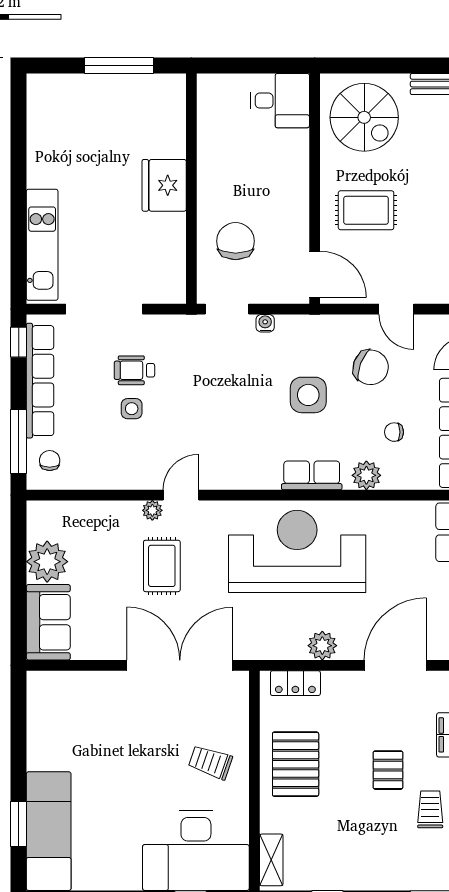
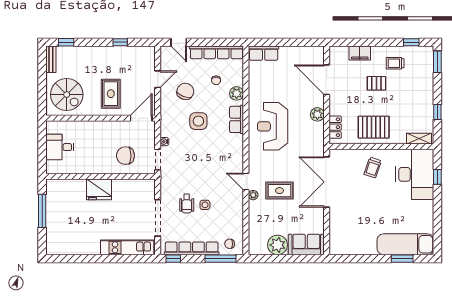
desk: (280, 101) -> (60, 147), moved, turned -90
spiral stairs: (364, 117) -> (67, 95), turned 90
reception desk: (297, 551) -> (273, 126), width x0.74, depth x0.77

